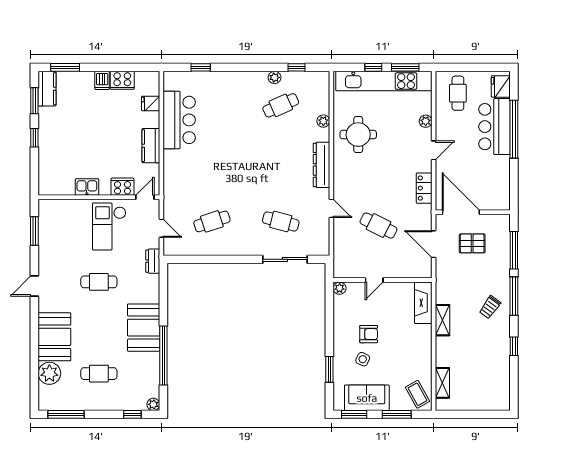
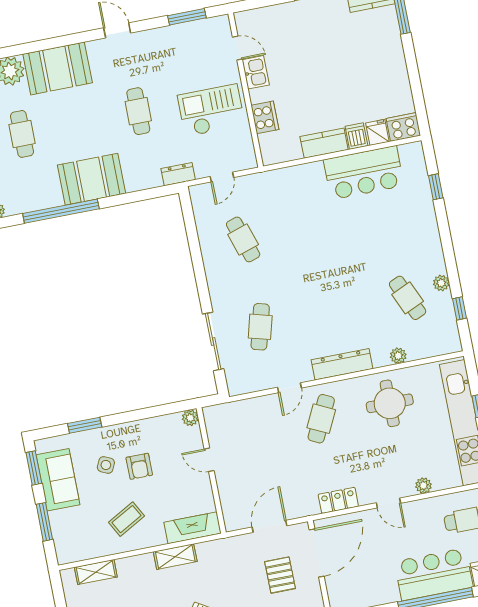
dishwasher: (102, 80) -> (356, 136), moved, turned 90
cooker: (122, 80) -> (403, 127), moved, turned 90
door: (145, 197) -> (237, 48), moved
cafe table: (378, 226) -> (321, 419), moved
coffee table: (417, 394) -> (126, 519), moved

